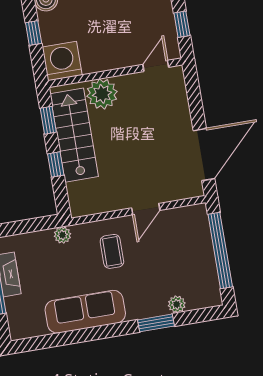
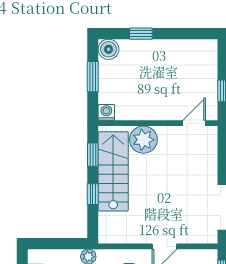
window: (34, 33) -> (93, 77), width x1.50
washing machine: (62, 61) -> (106, 112), width x0.53, depth x0.53

